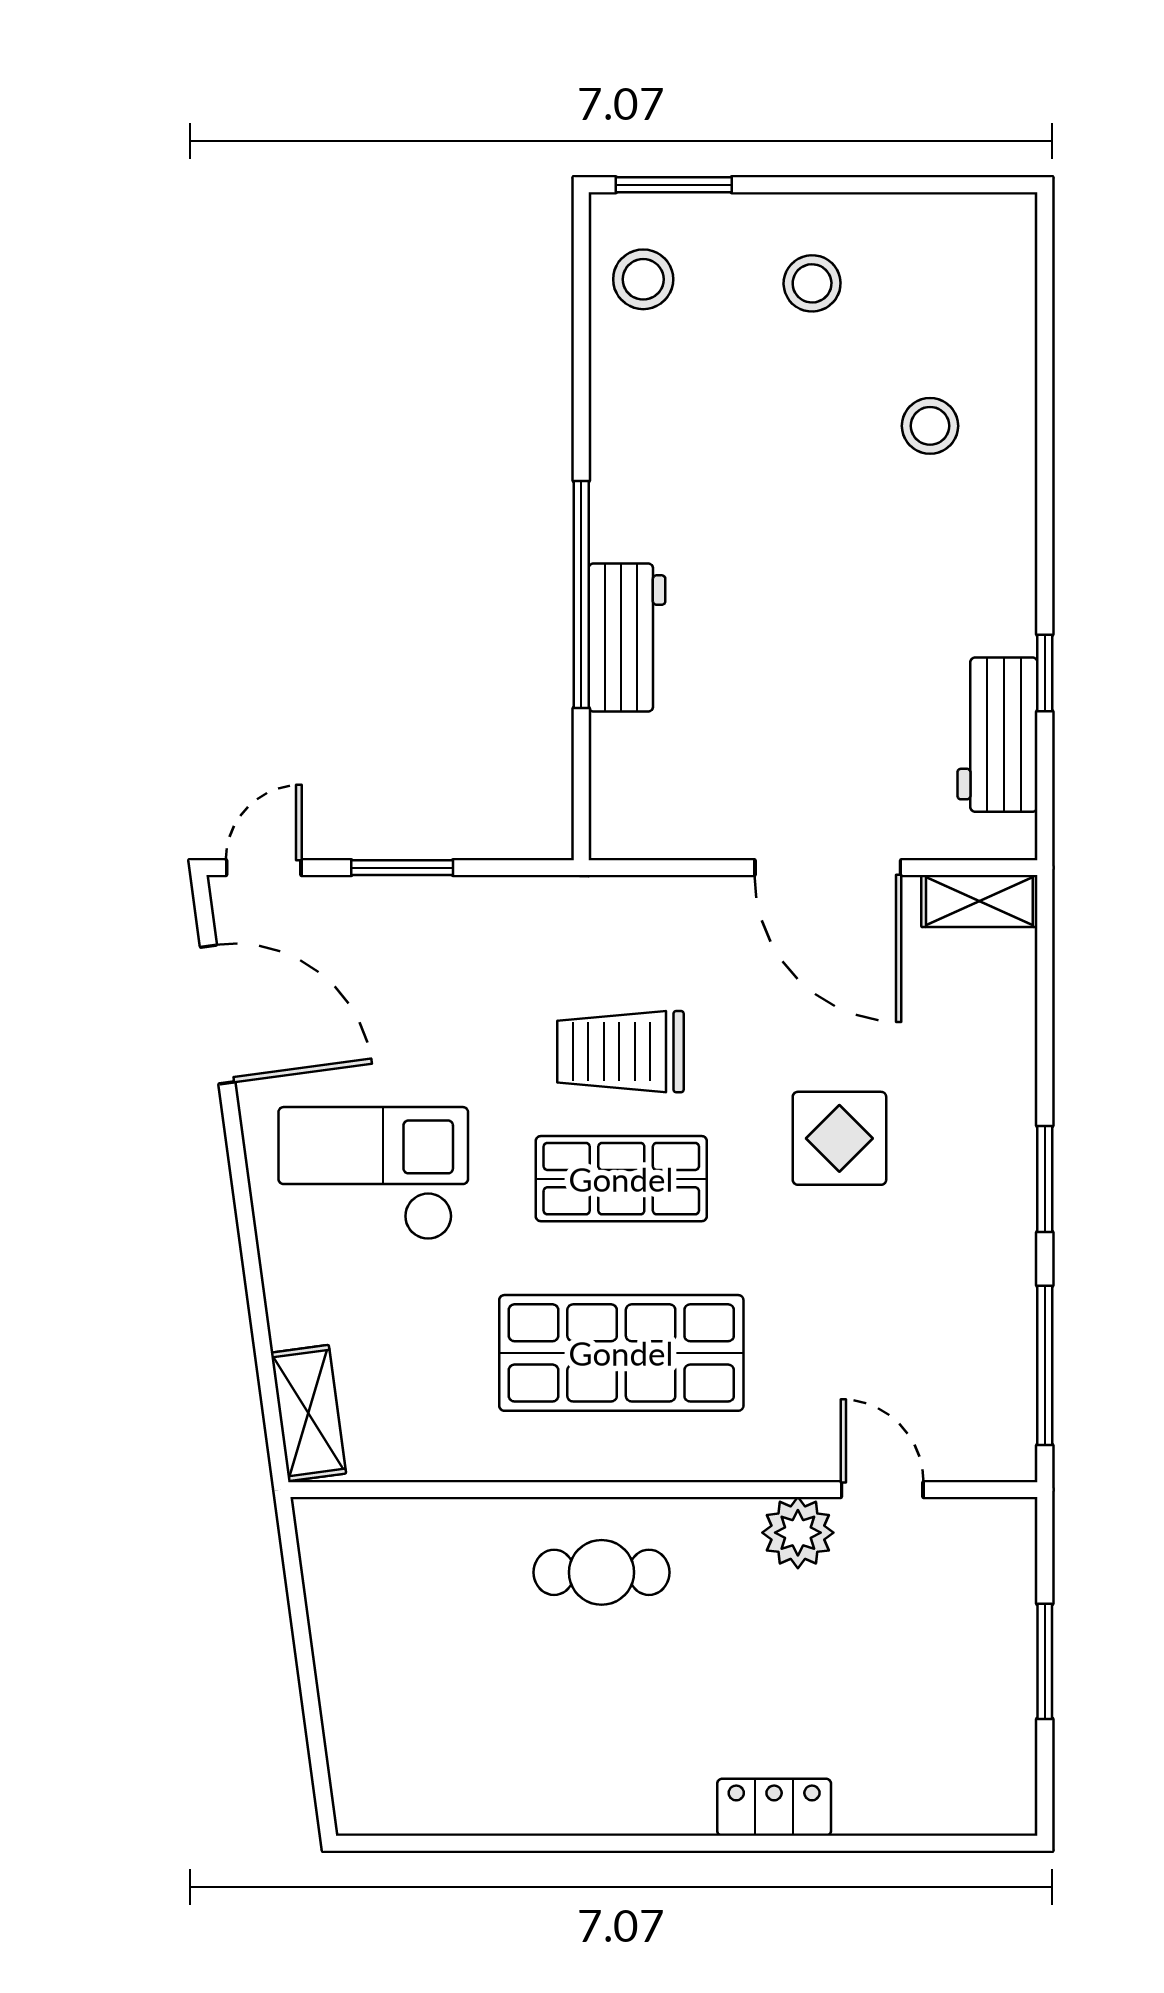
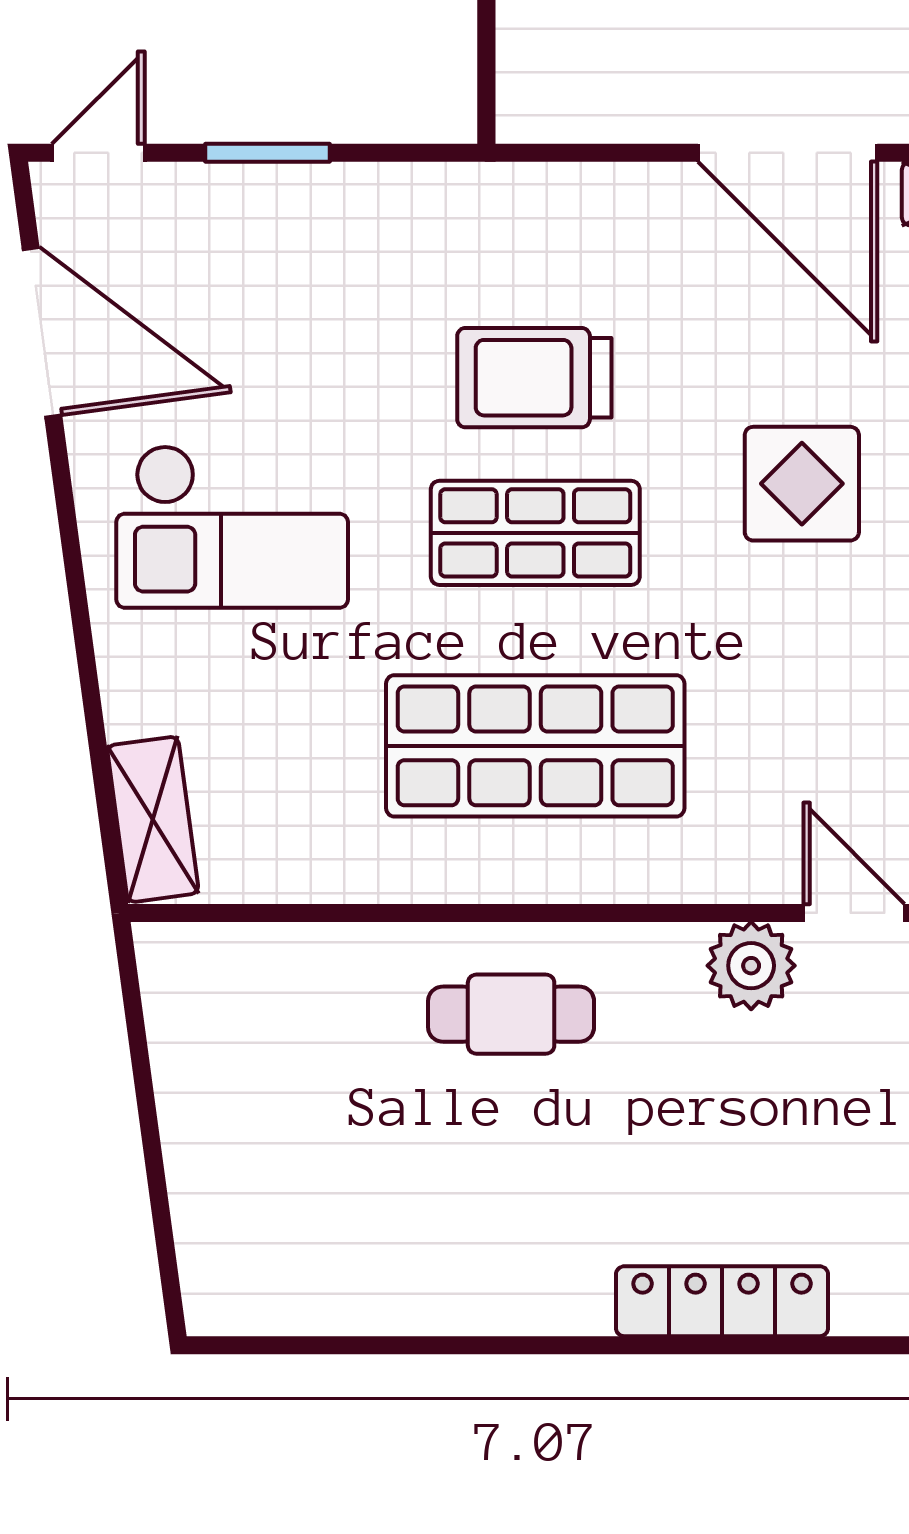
checkout: (373, 1173) -> (232, 527), turned 180
locker: (774, 1807) -> (722, 1301), width x1.53

